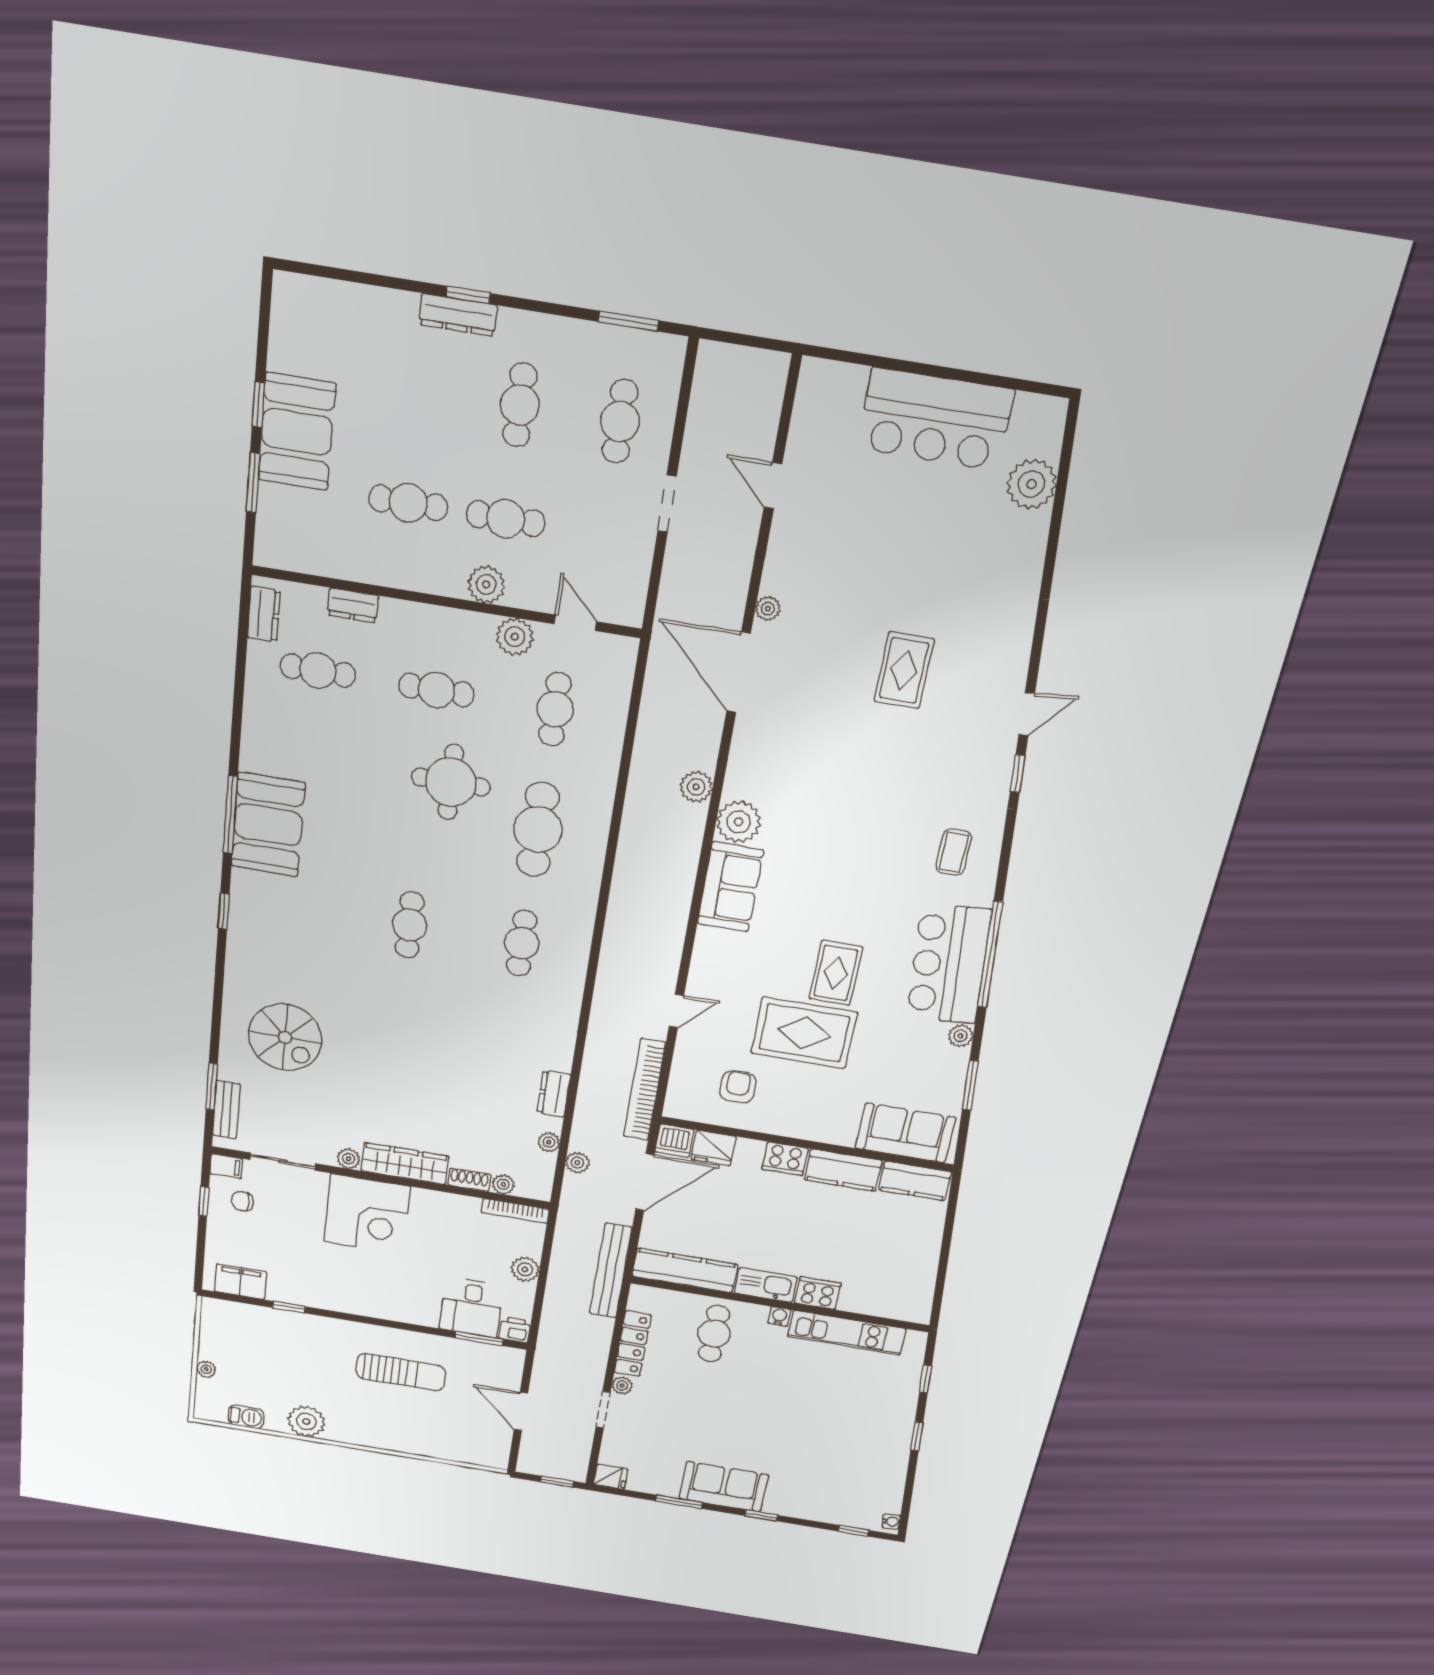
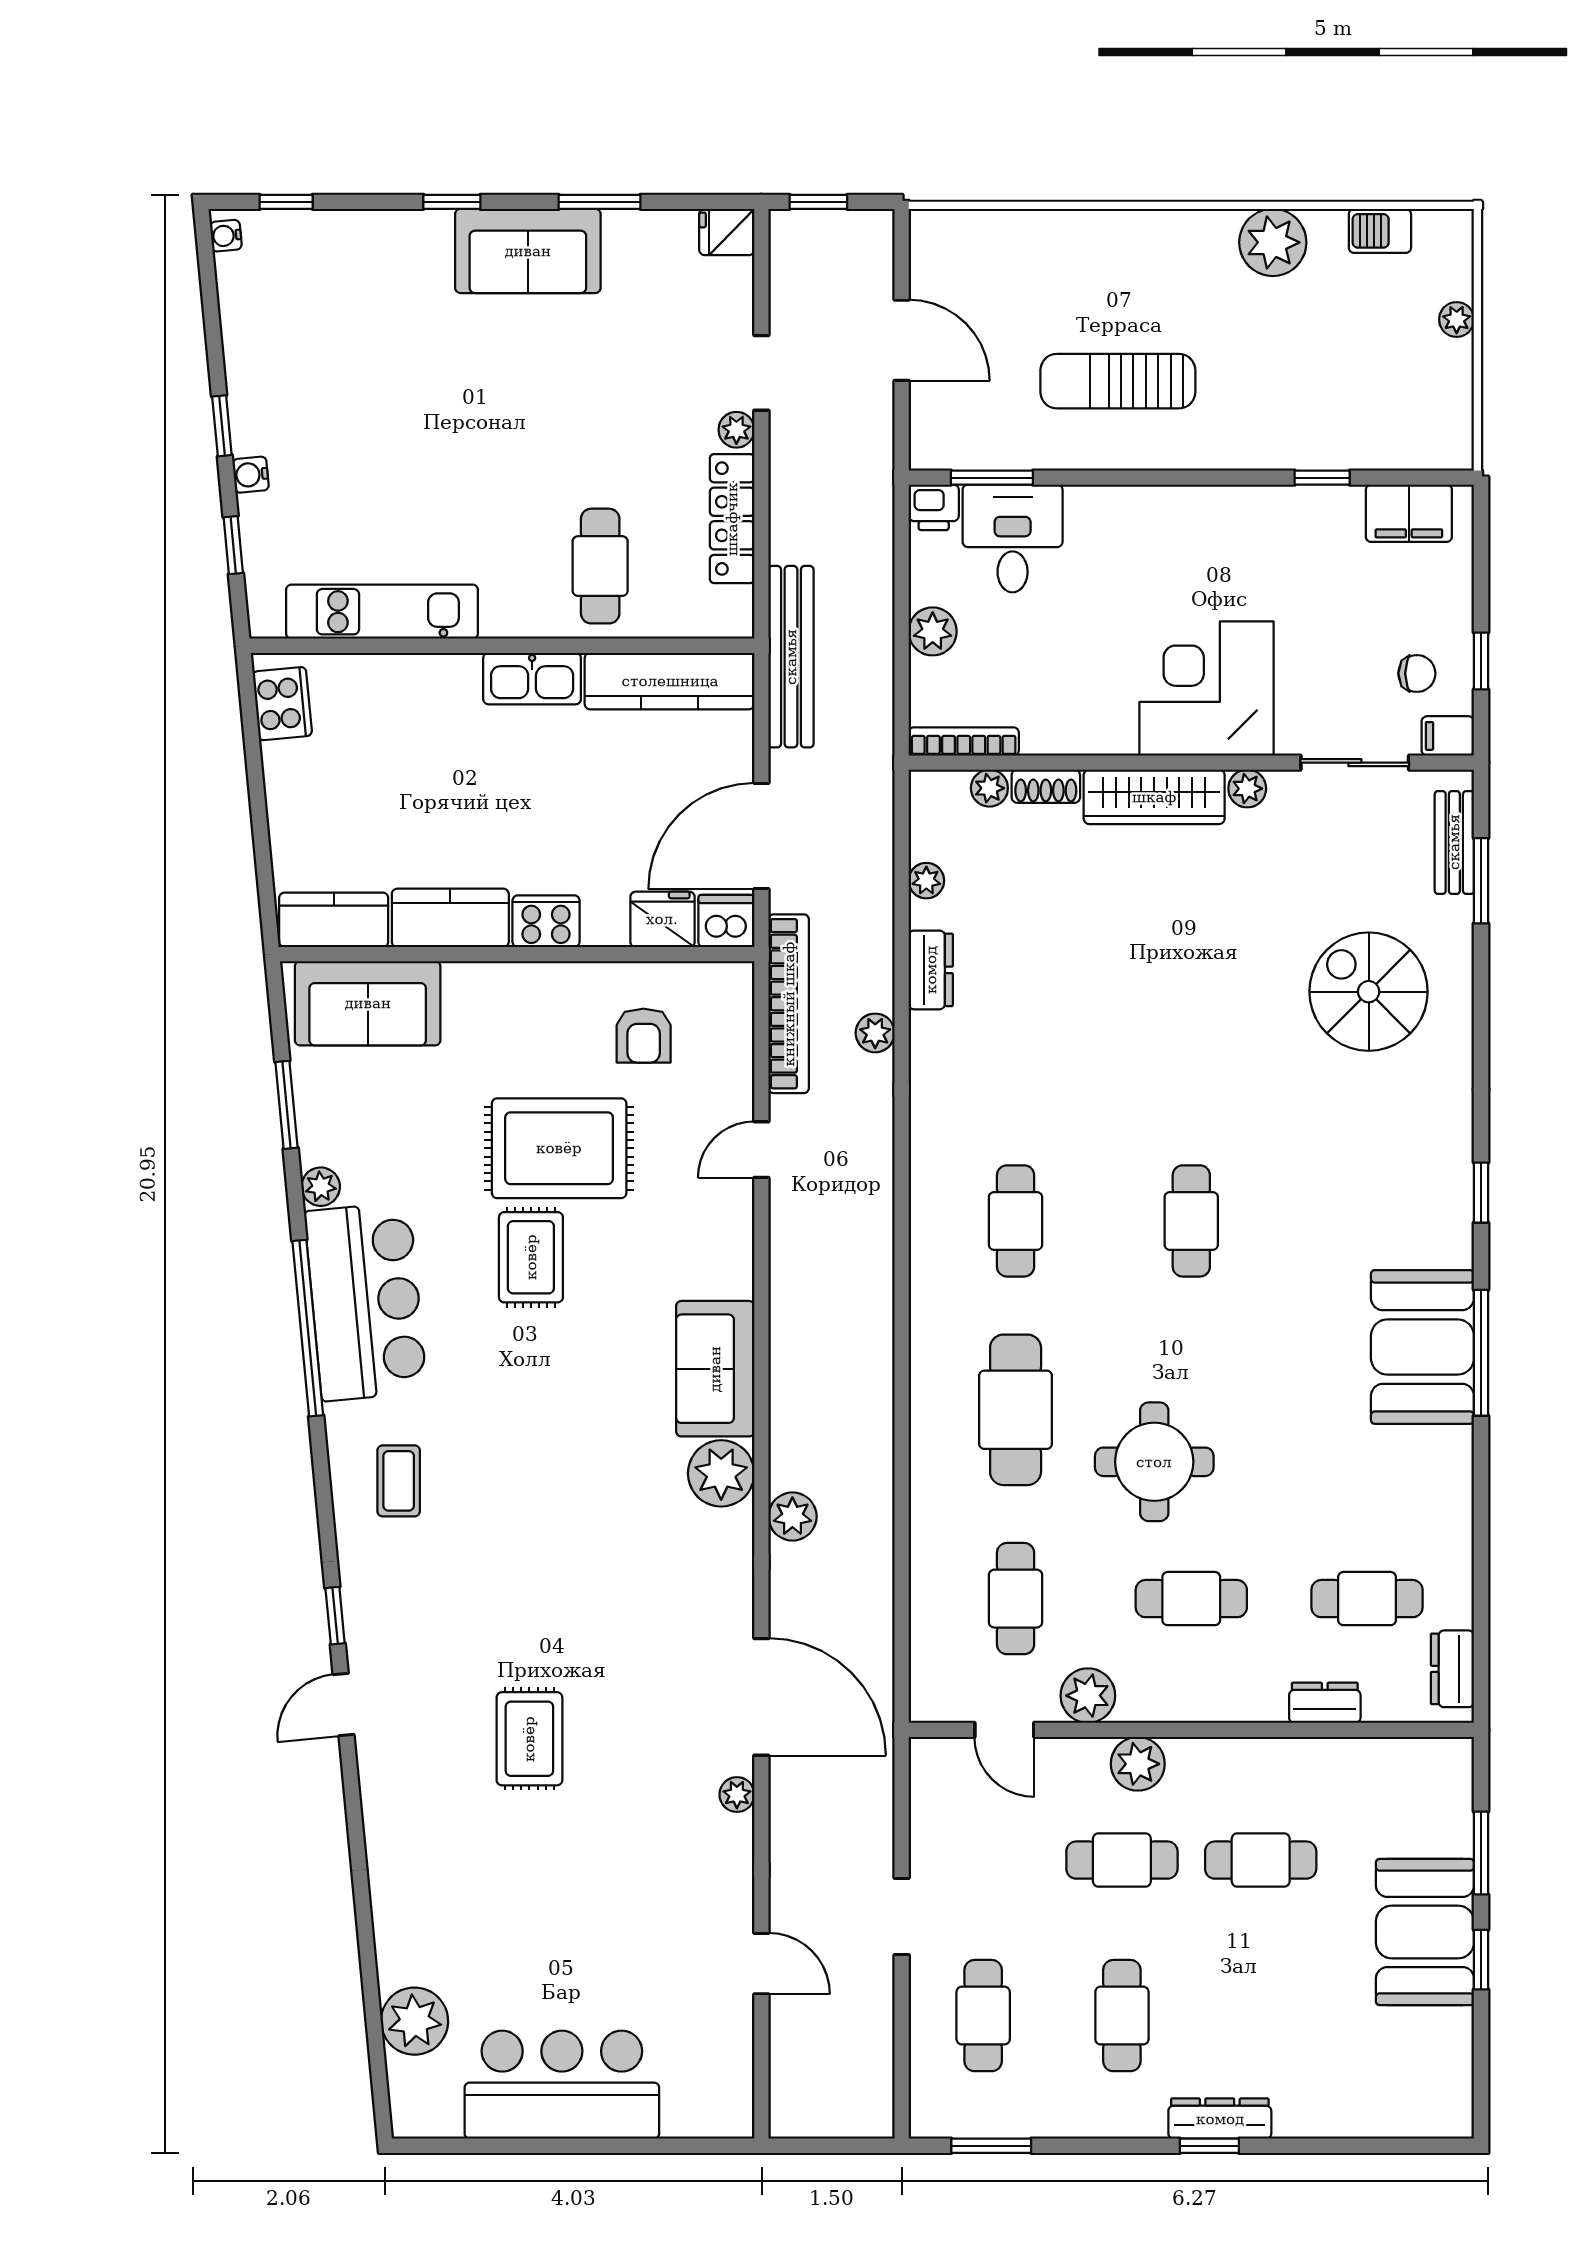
plant: (577, 1163) -> (875, 1033), moved
cooker: (818, 1293) -> (282, 704), moved, turned -95
water cooler: (779, 1316) -> (251, 475), moved, turned 85

